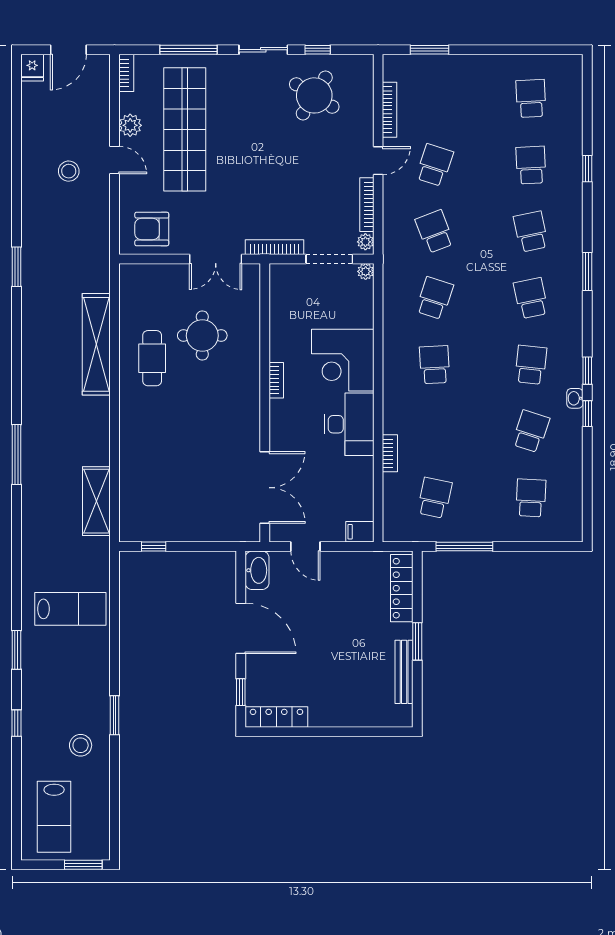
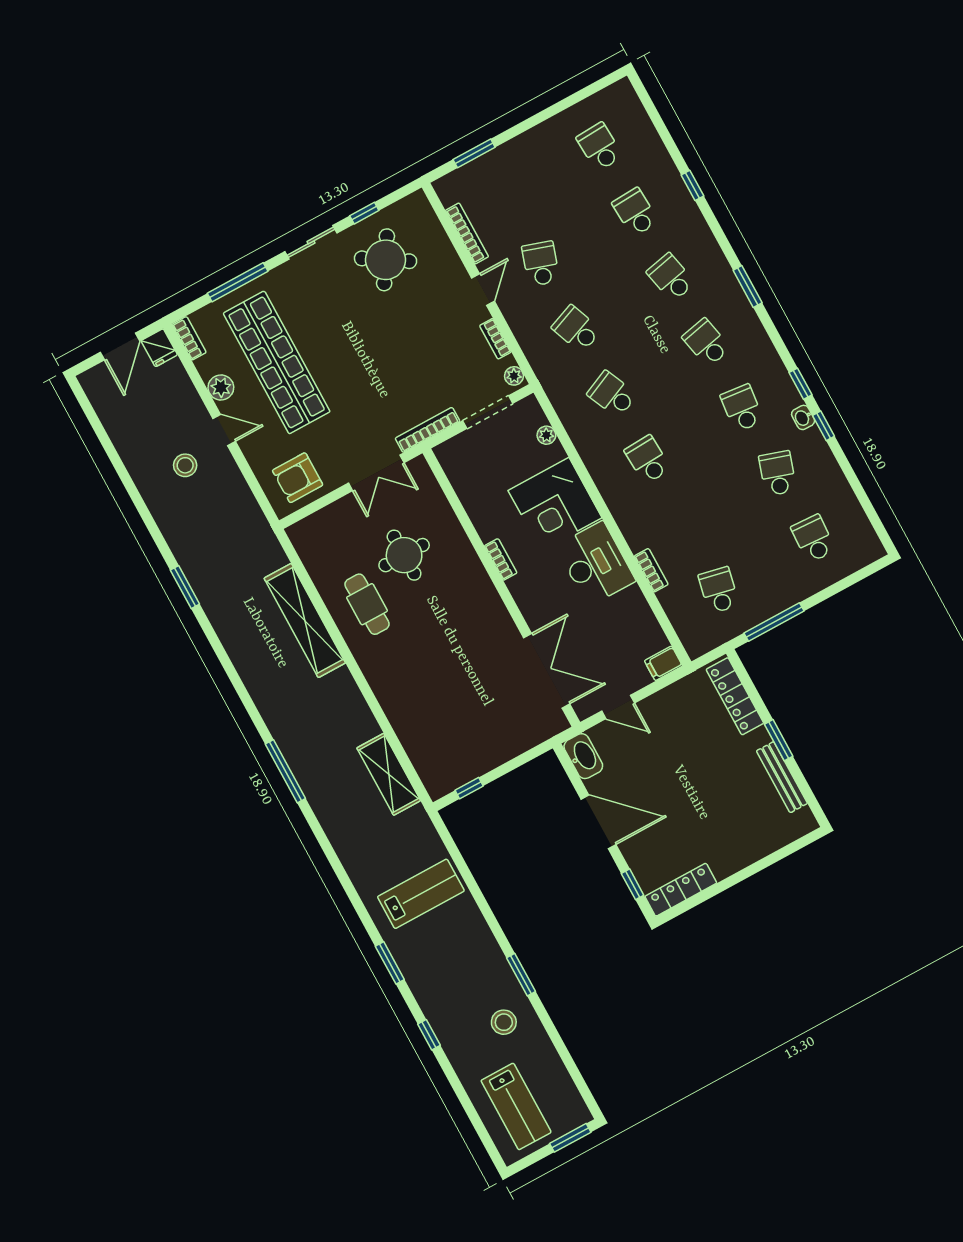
fridge: (32, 68) -> (159, 348), moved
bookcase: (367, 205) -> (495, 339), width x0.64
plant: (366, 271) -> (546, 435), moved
school desk: (435, 298) -> (612, 394), turned -42

